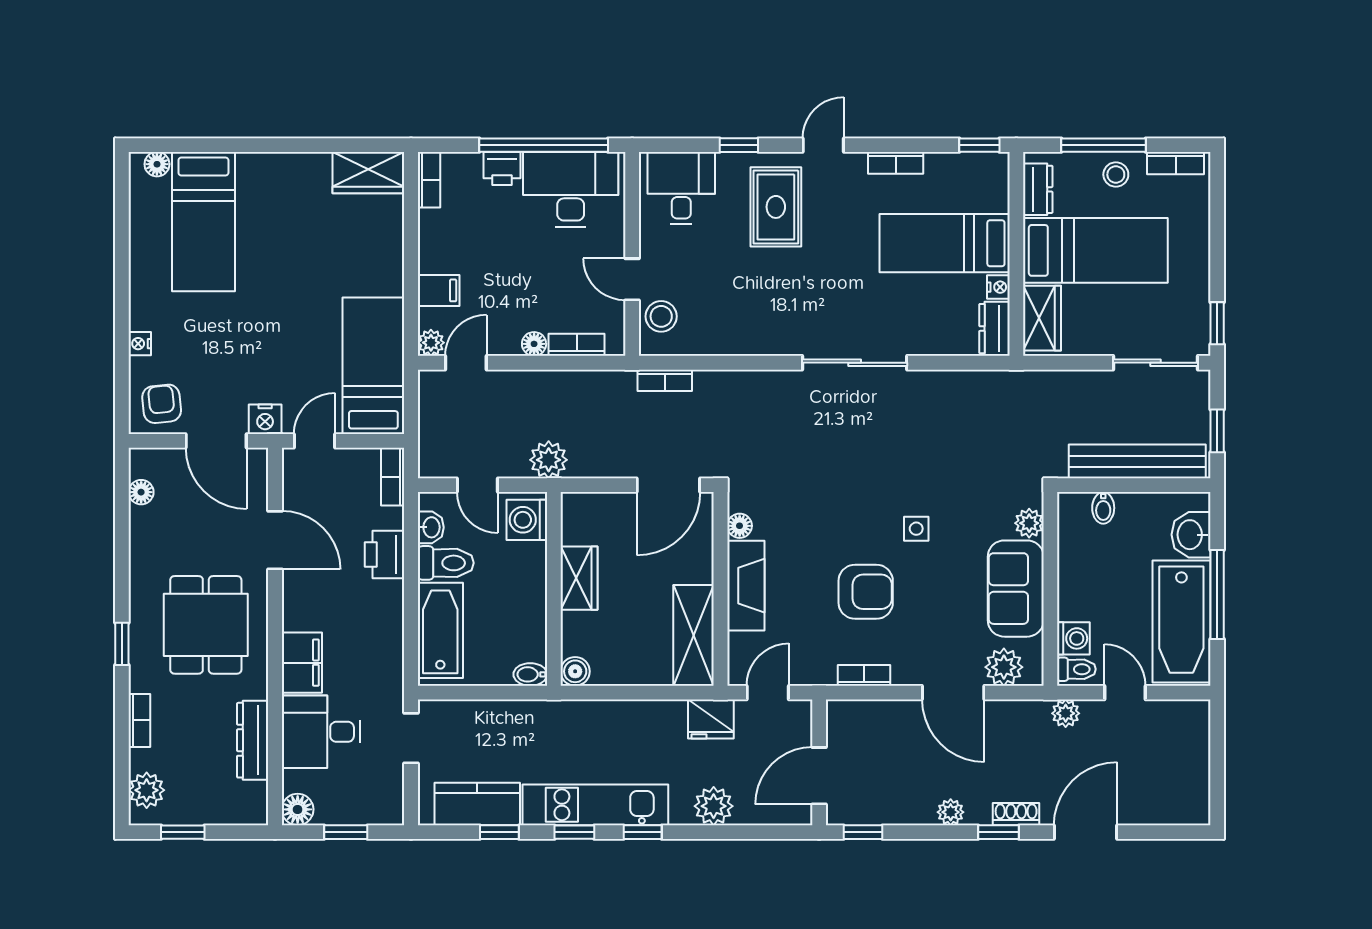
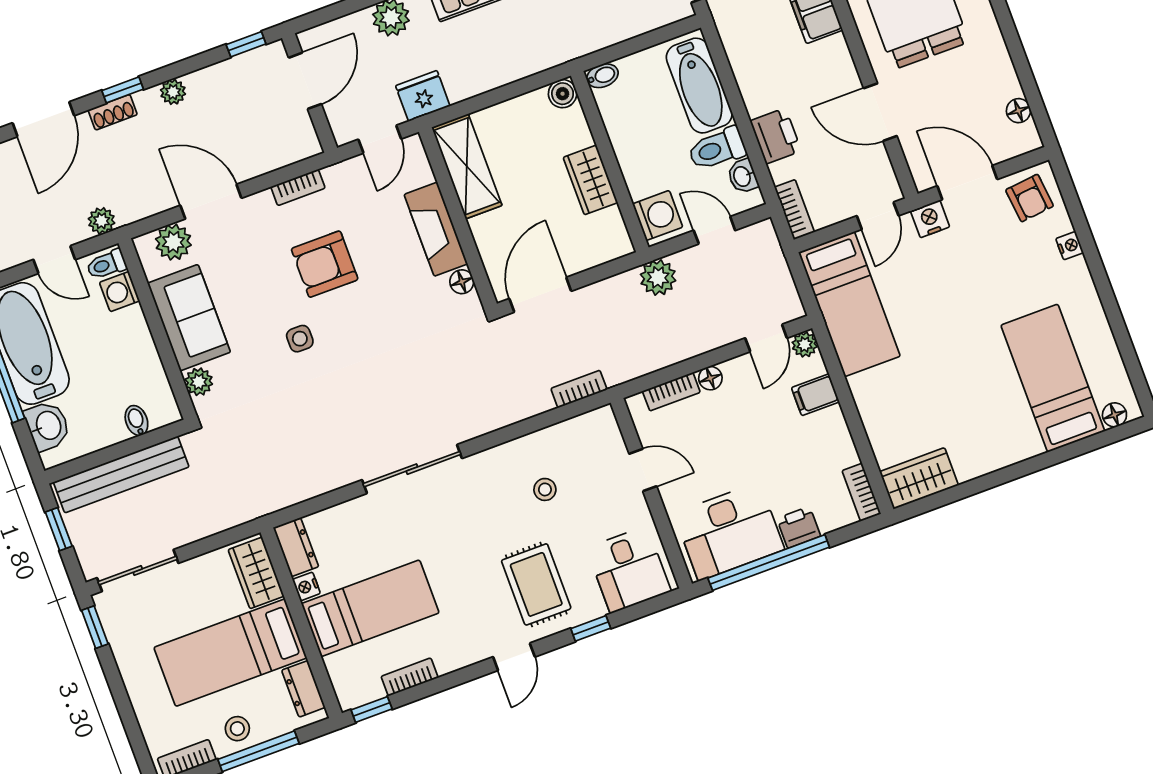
bookcase: (896, 163) -> (410, 677), moved
stool: (661, 316) -> (545, 489), moved, width x0.73, depth x0.73

